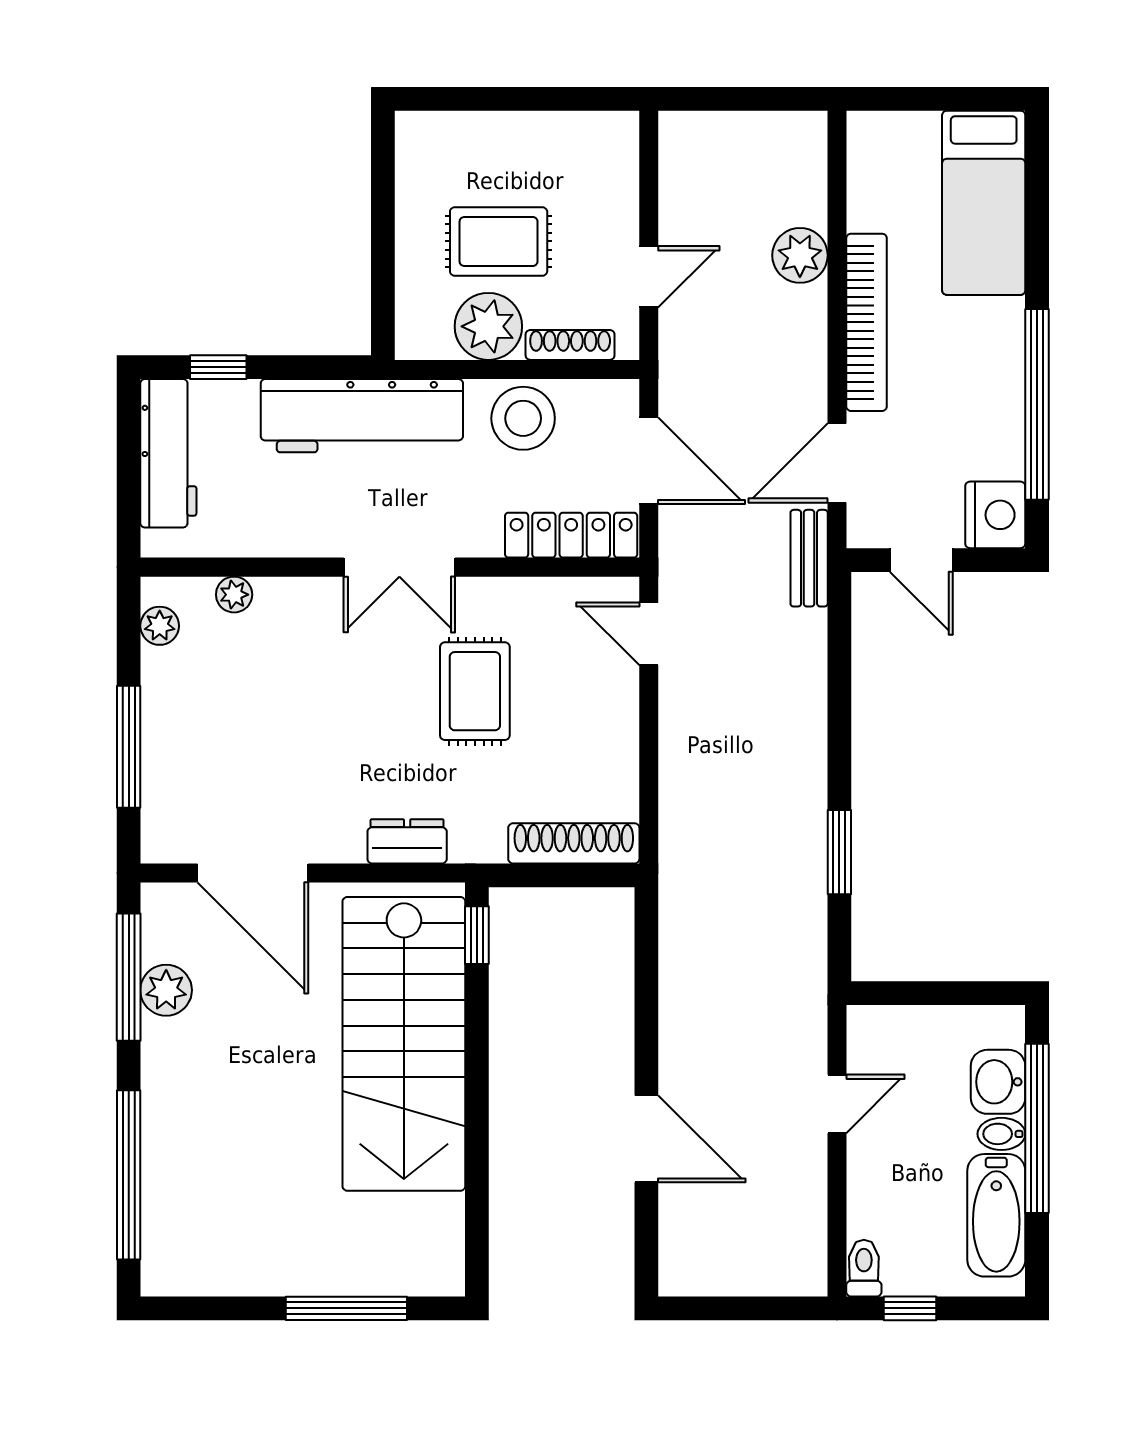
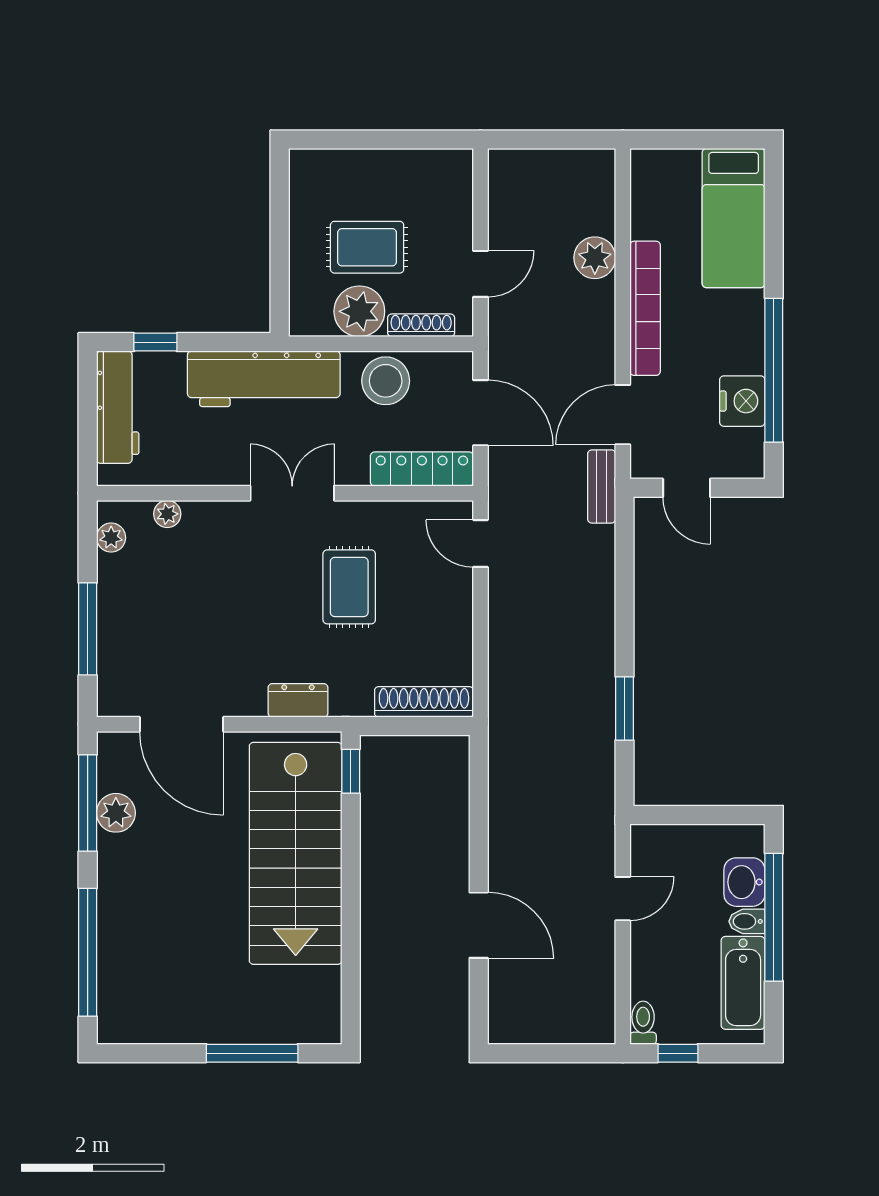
nightstand: (995, 515) -> (742, 401), moved
double door: (399, 567) -> (292, 493), swing flipped

